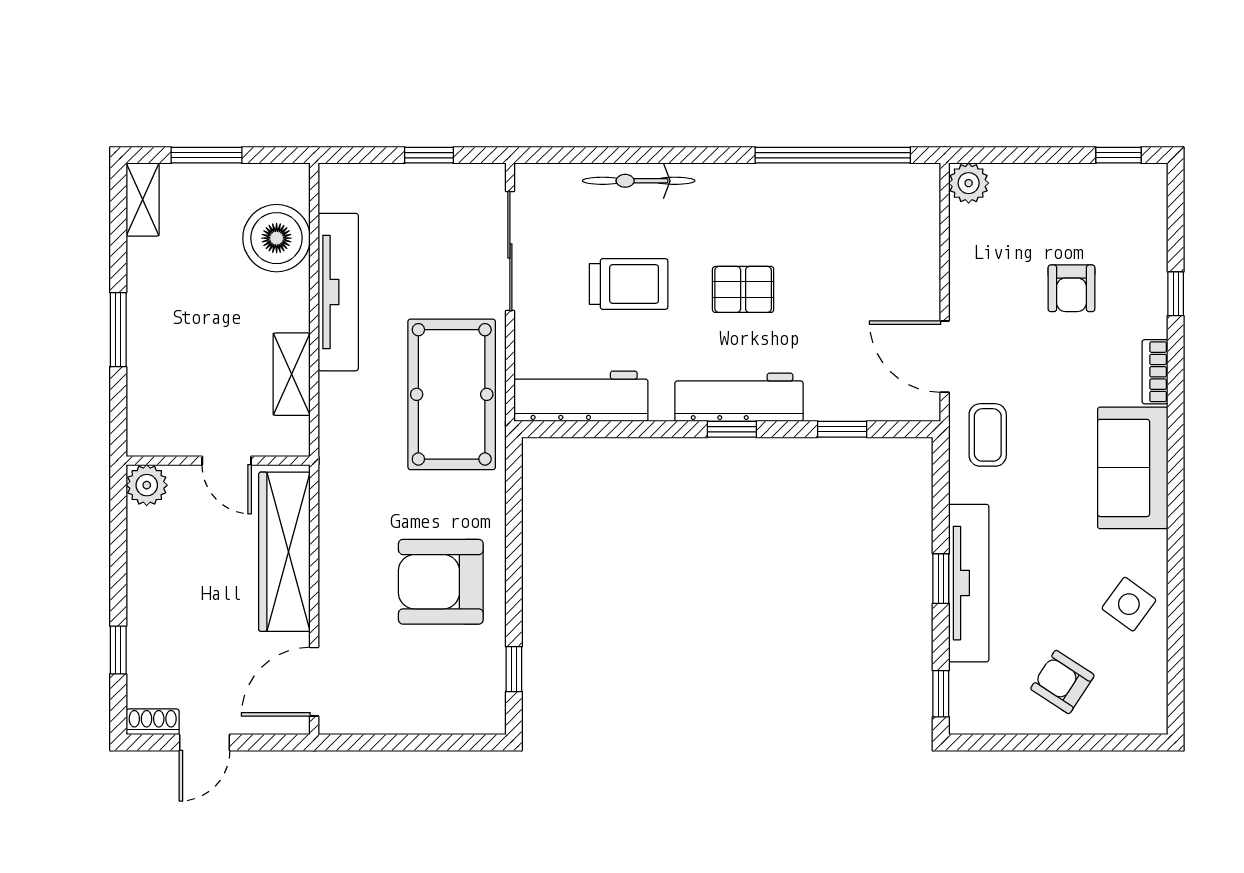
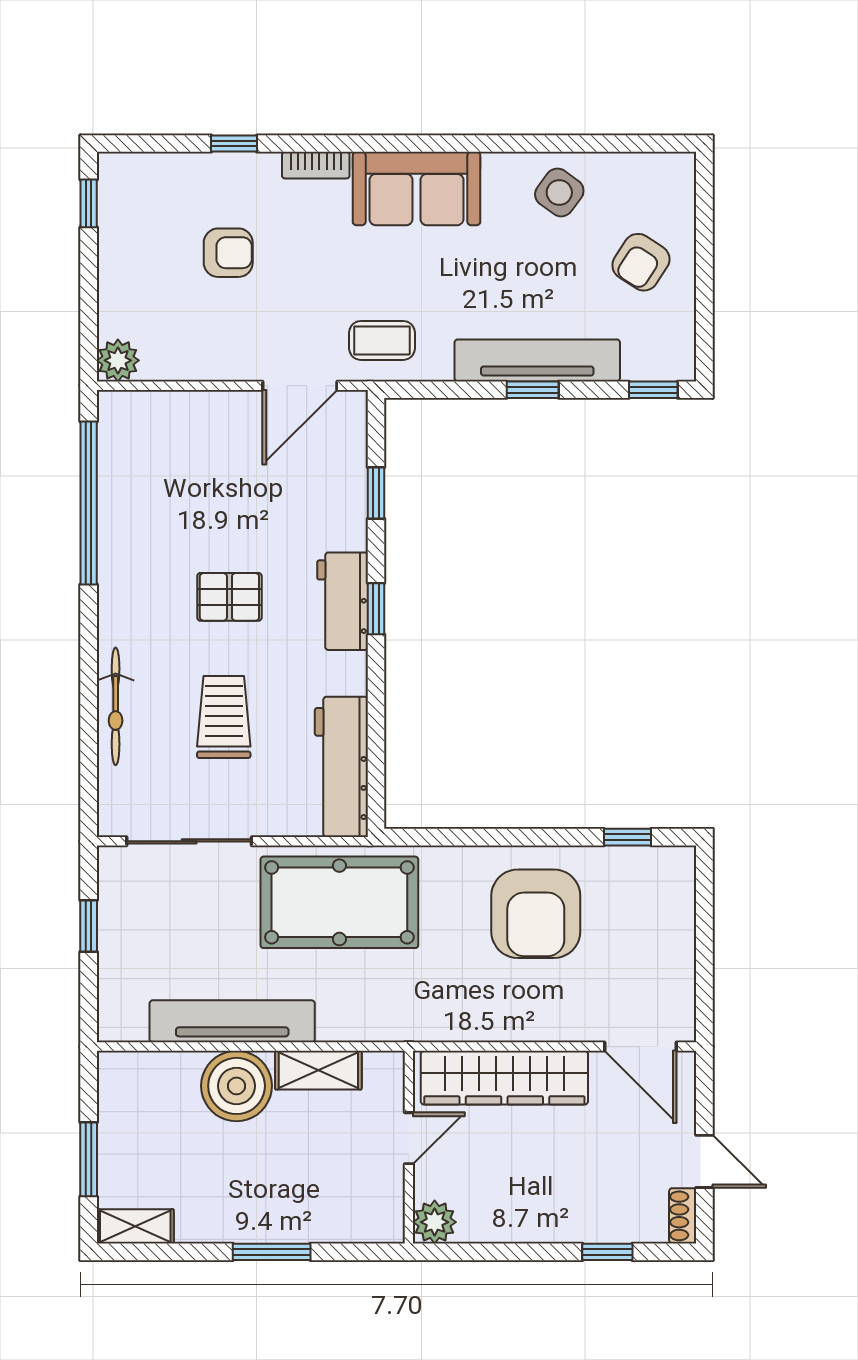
boiler: (277, 238) -> (237, 1086), moved
pallet: (743, 289) -> (229, 597), turned 90
workbench: (739, 397) -> (343, 601), width x0.73

